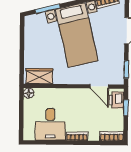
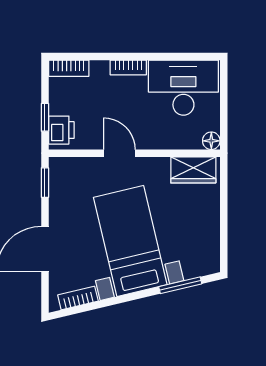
door: (99, 86) -> (119, 153), moved
desk: (50, 124) -> (183, 88), width x1.37

